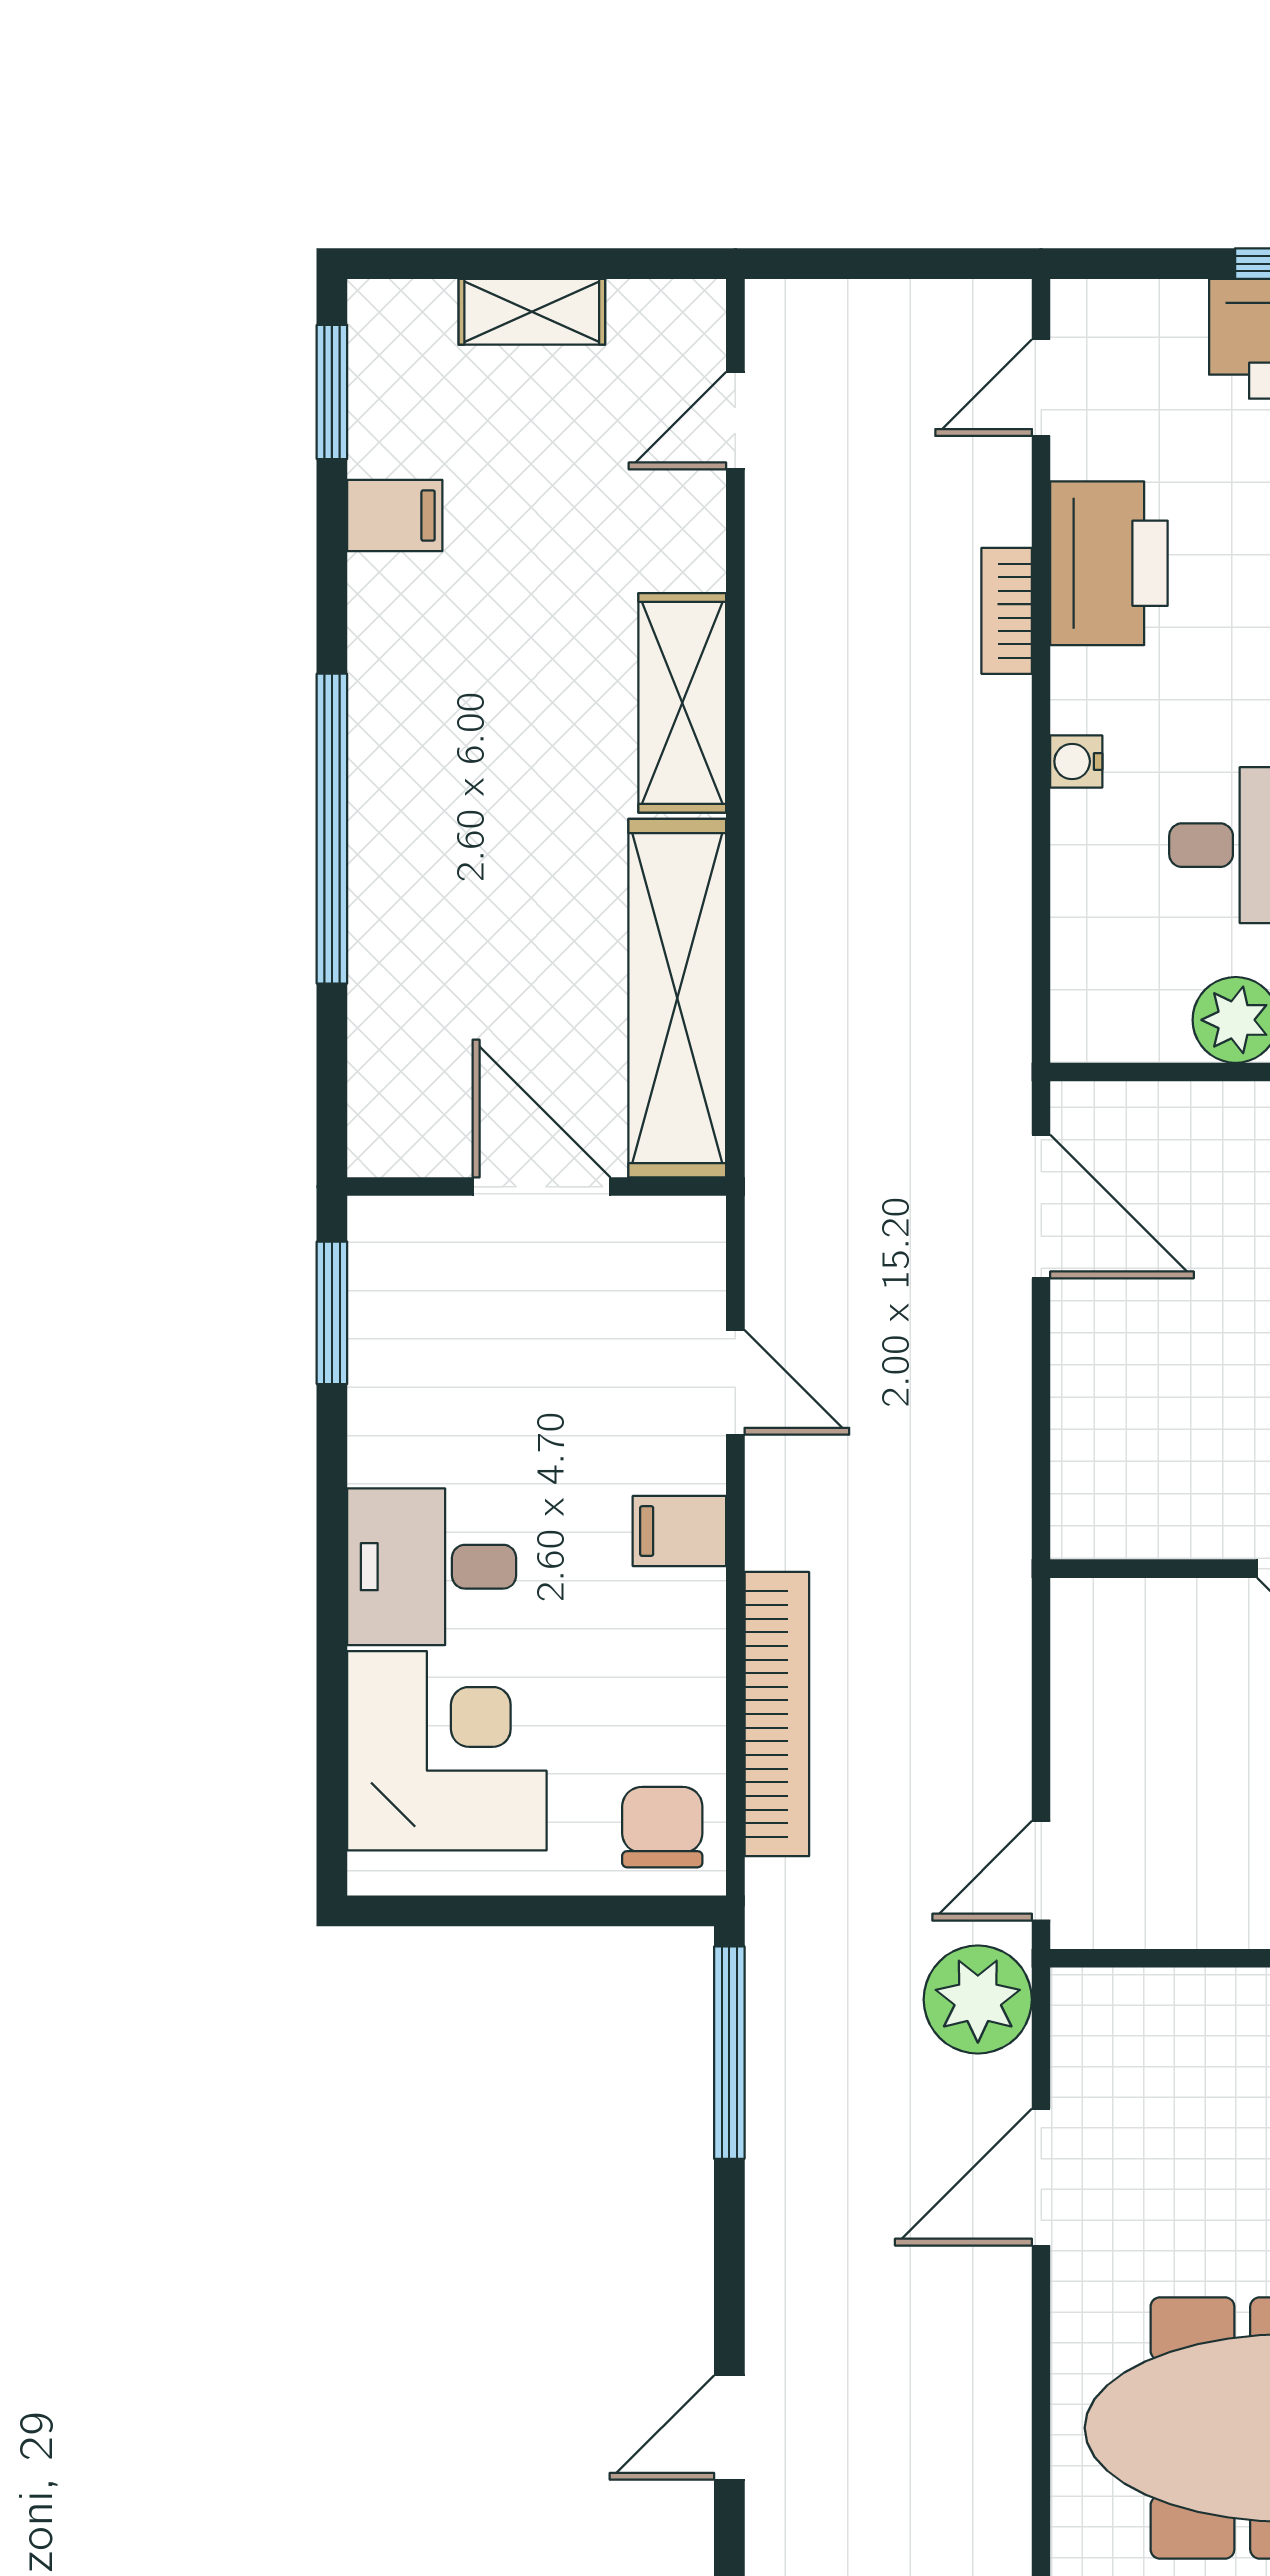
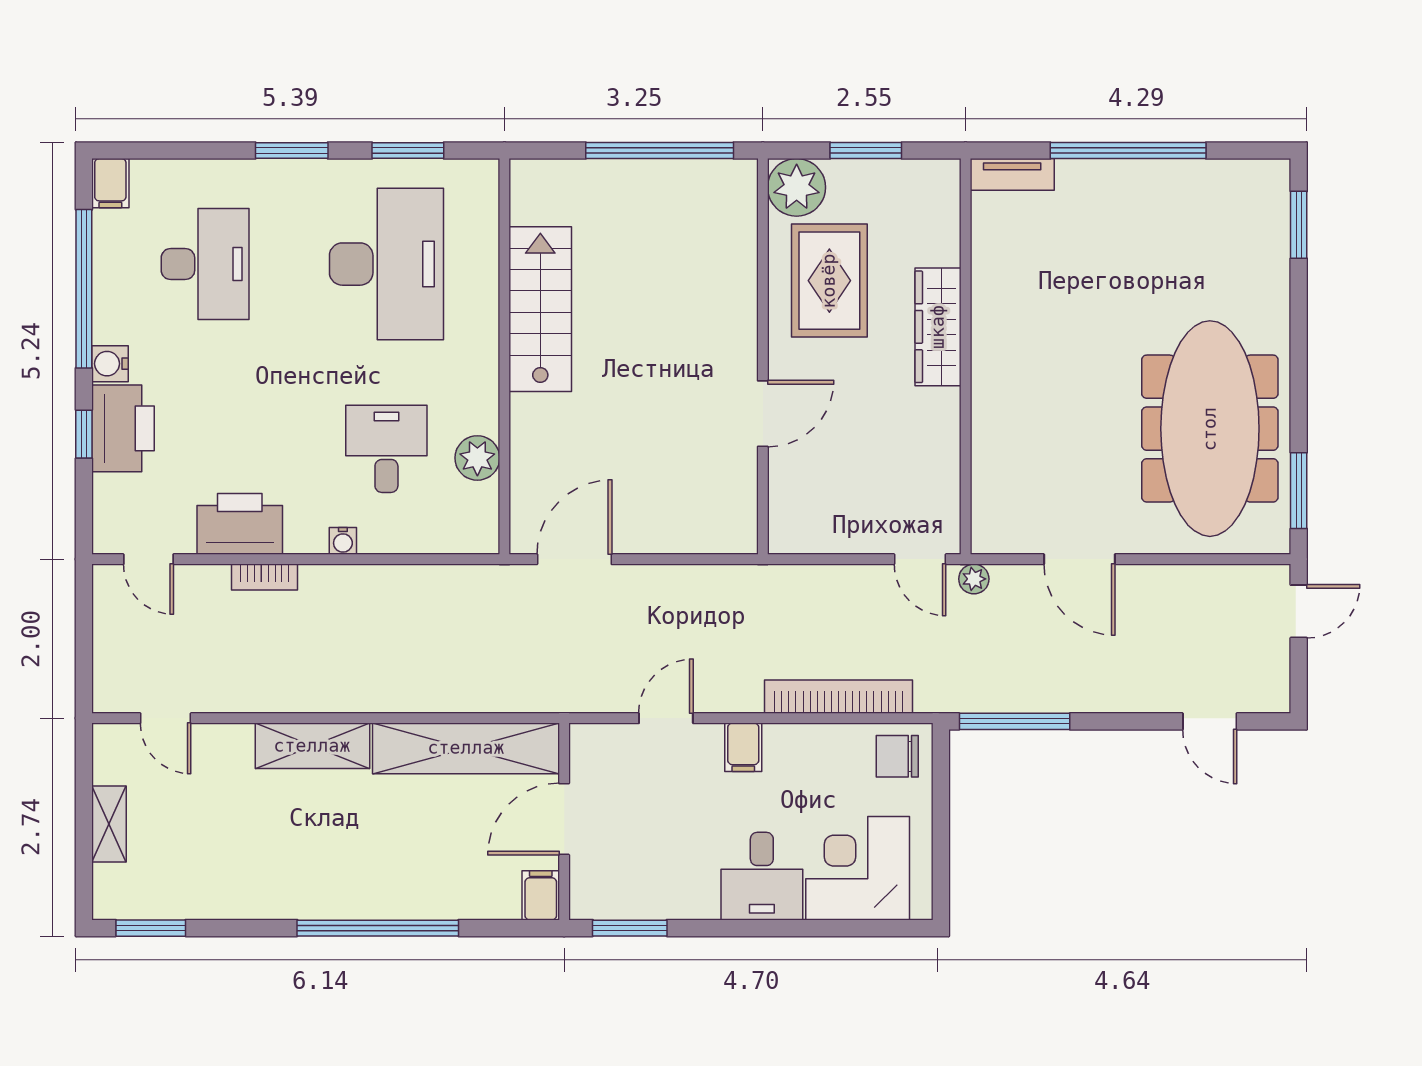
filing cabinet: (395, 516) -> (541, 895), moved
plant: (978, 2000) -> (974, 579), width x0.53, depth x0.53

